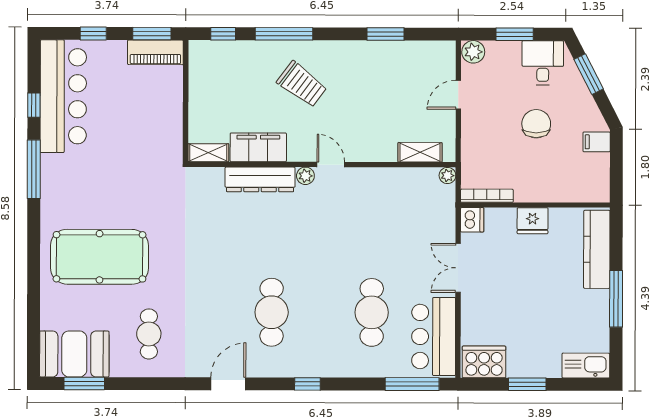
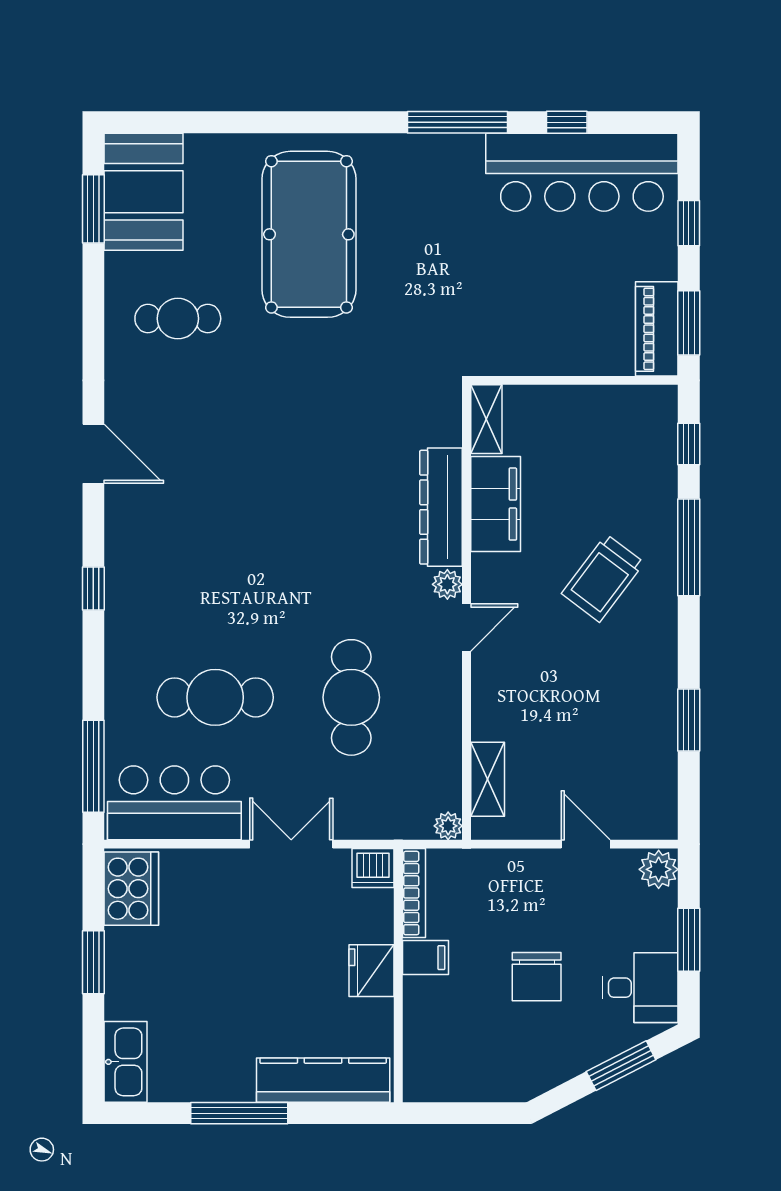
chair: (536, 124) -> (537, 977), turned 90
filing cabinet: (597, 142) -> (425, 958), moved, turned 90
cafe table: (272, 312) -> (351, 697), moved, turned 90

